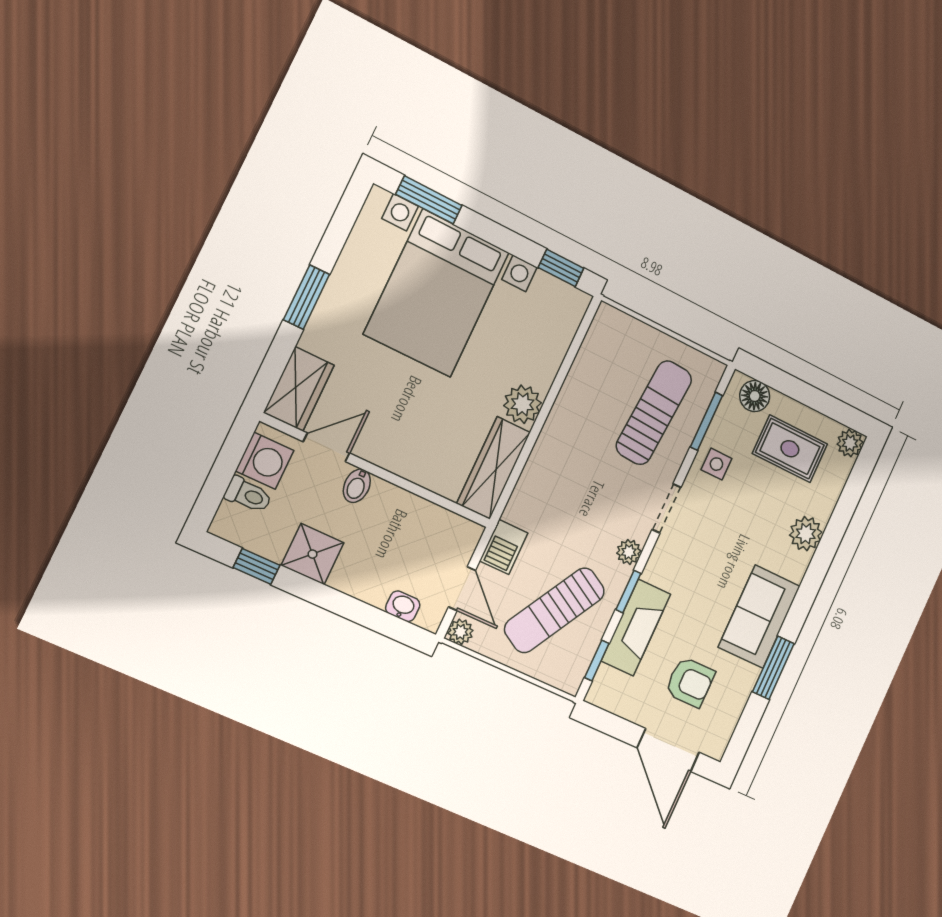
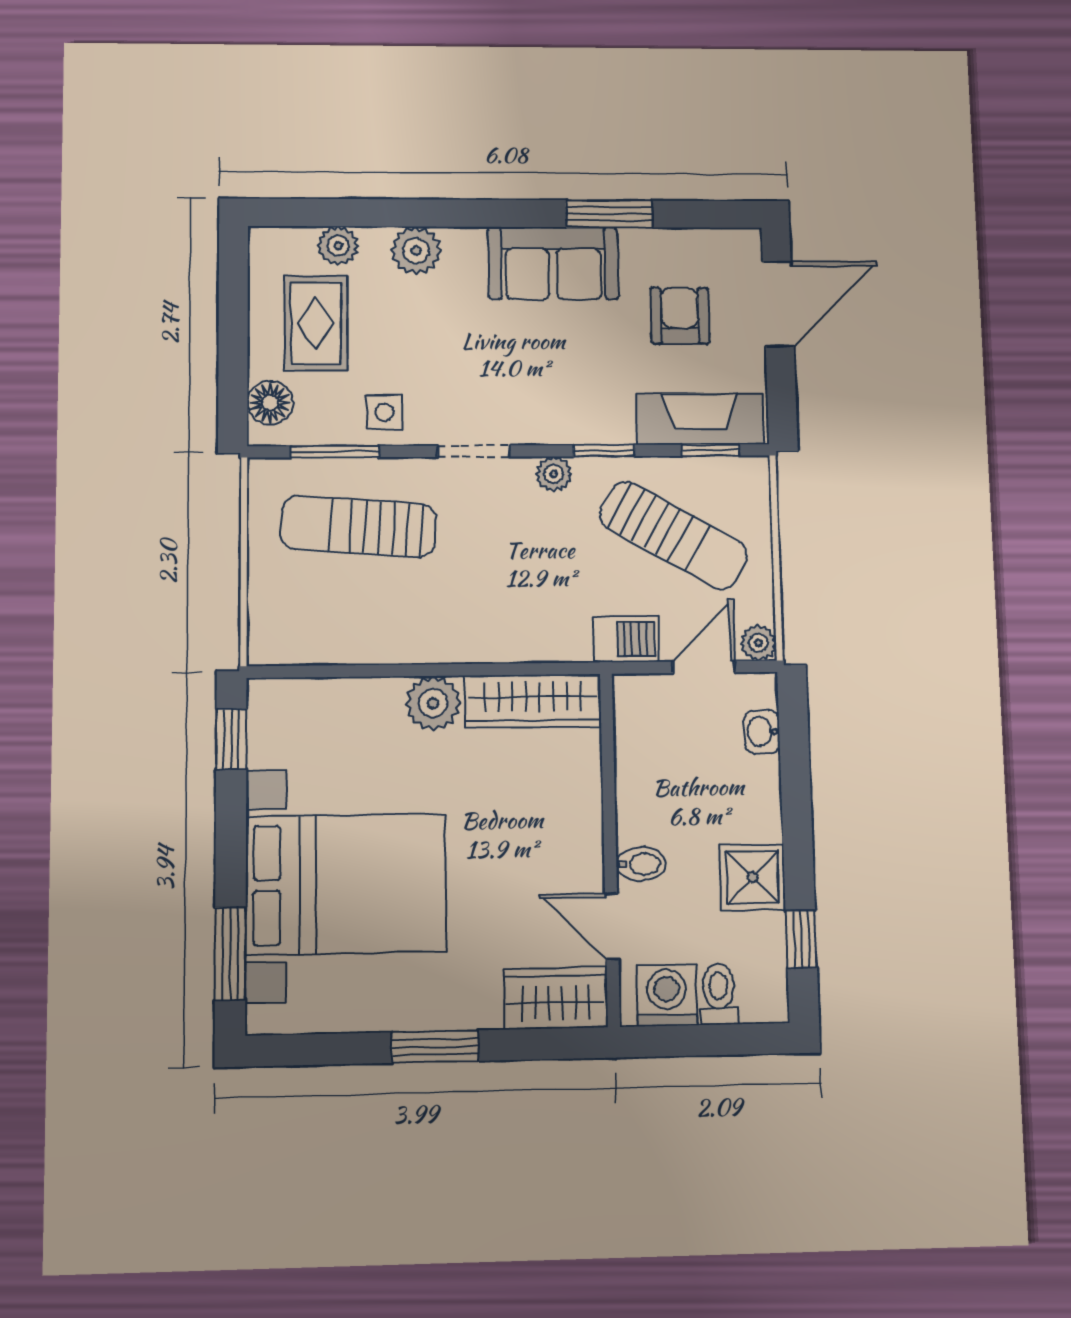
plant: (850, 443) -> (338, 246), moved
fireplace: (636, 628) -> (700, 419), moved

